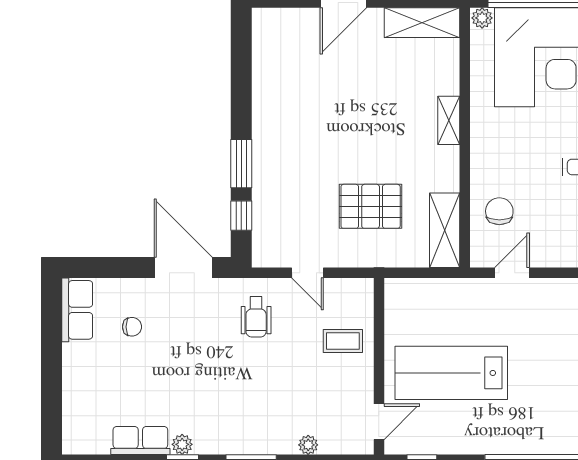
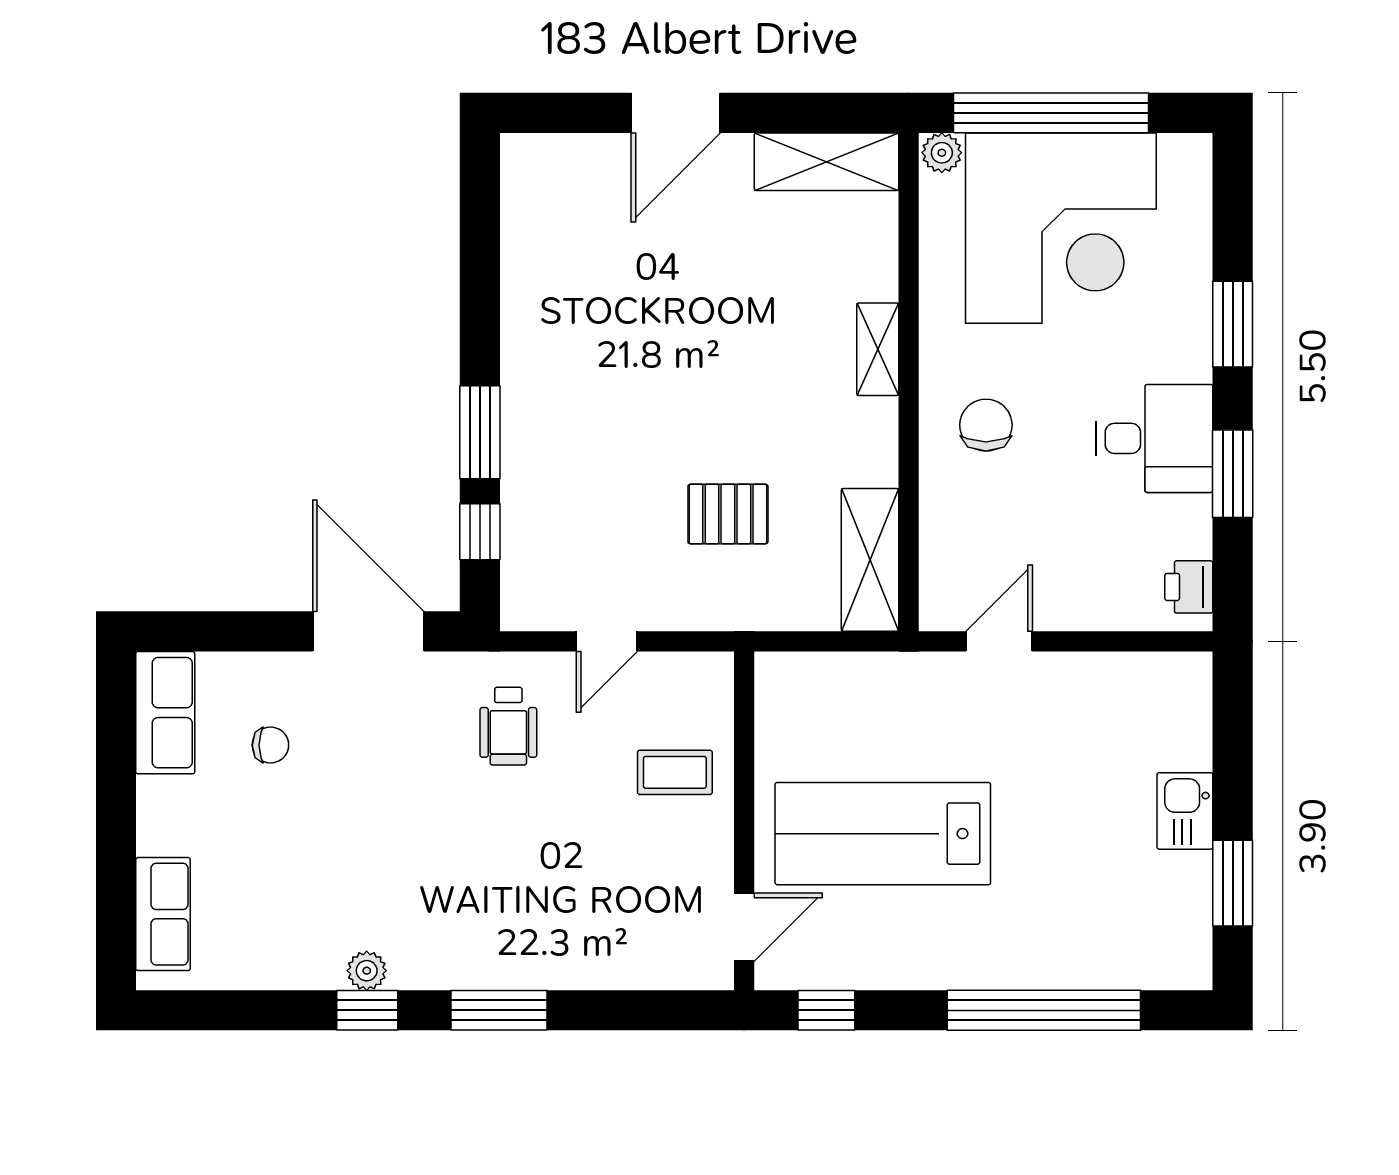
pallet: (371, 206) -> (728, 514), width x0.67, depth x0.71
chair: (499, 211) -> (986, 425), moved
door: (307, 273) -> (607, 641), hinge flipped
row of seats: (140, 441) -> (163, 914), moved, turned 90
plant: (308, 445) -> (608, 972), removed

